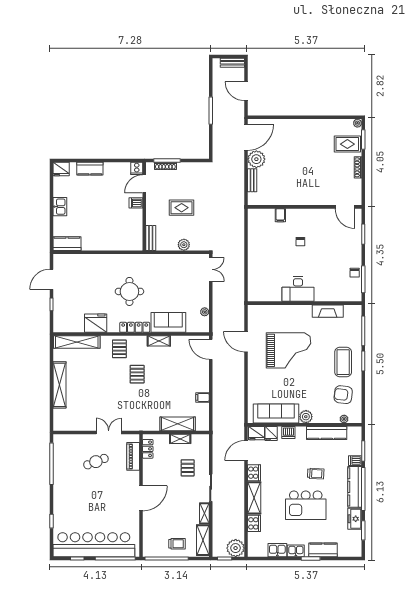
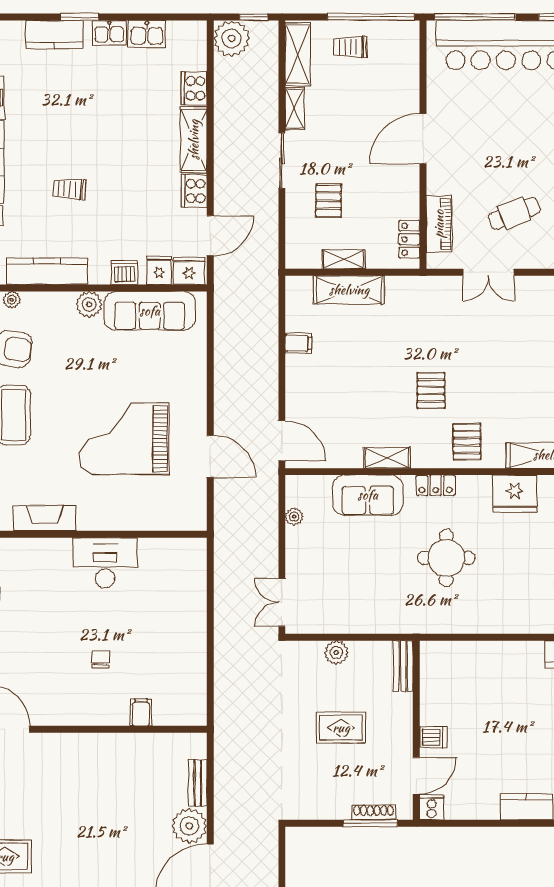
locker: (135, 327) -> (436, 485), width x0.66
kitchen island: (306, 505) -> (89, 125), removed

